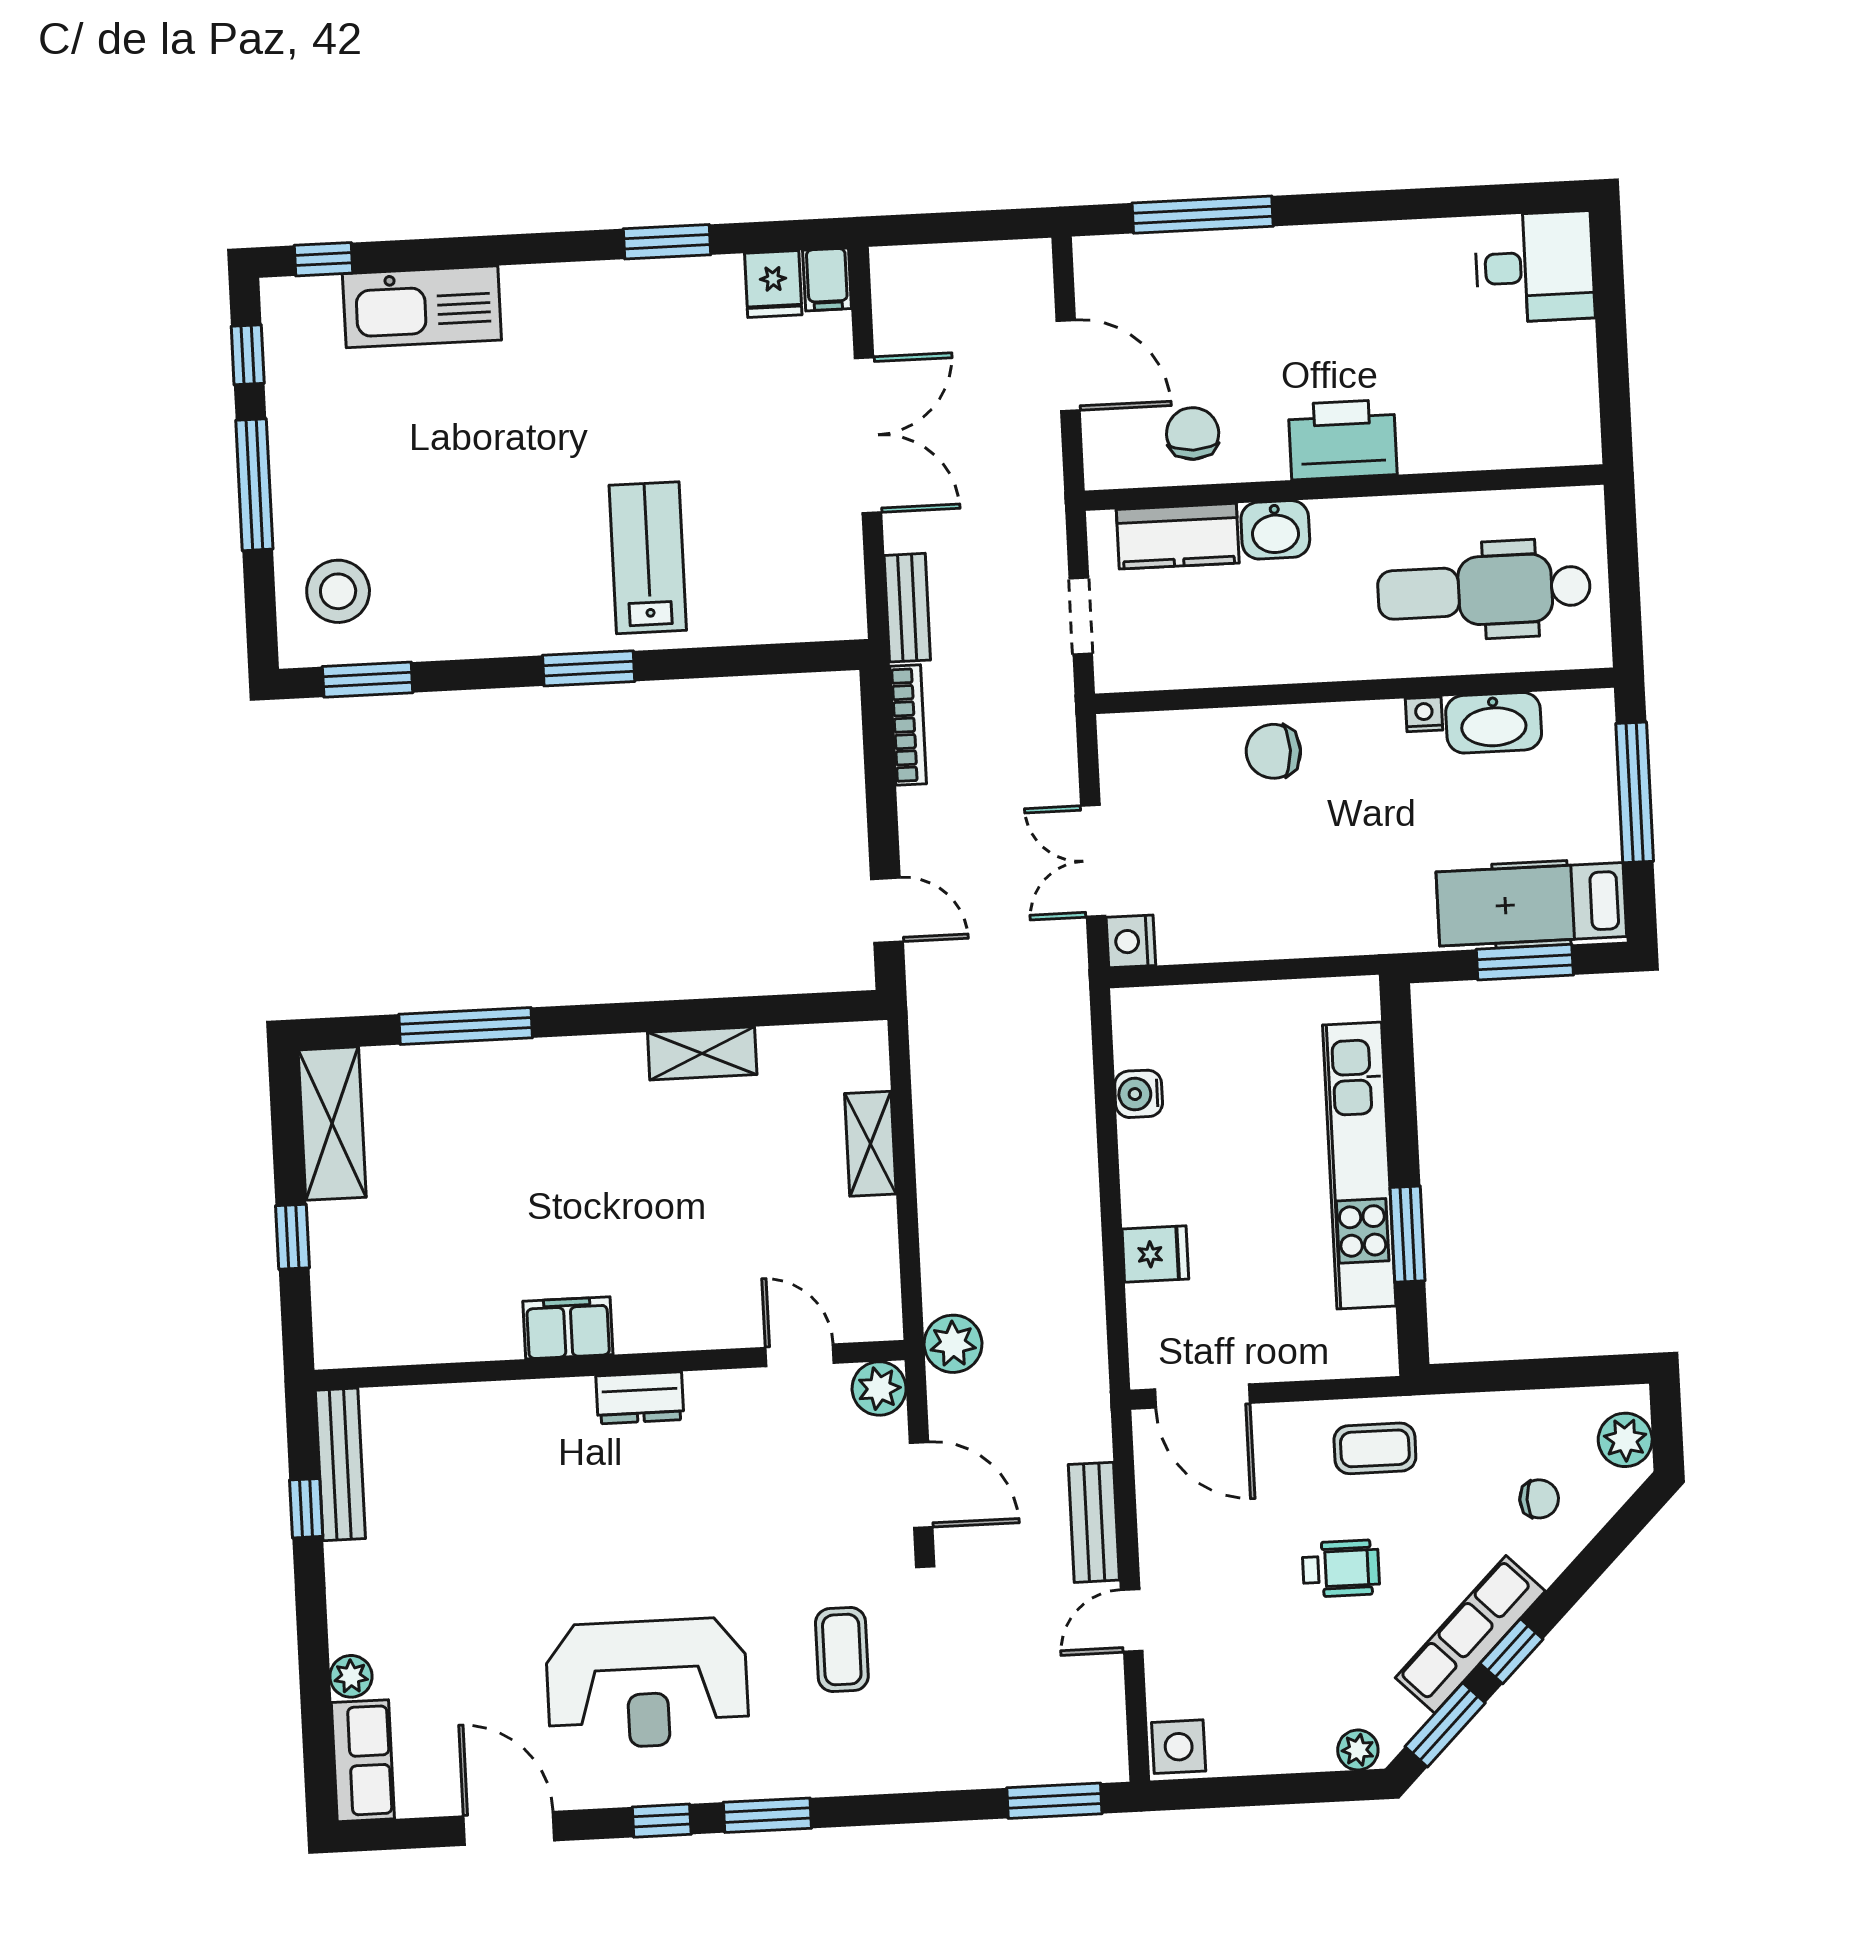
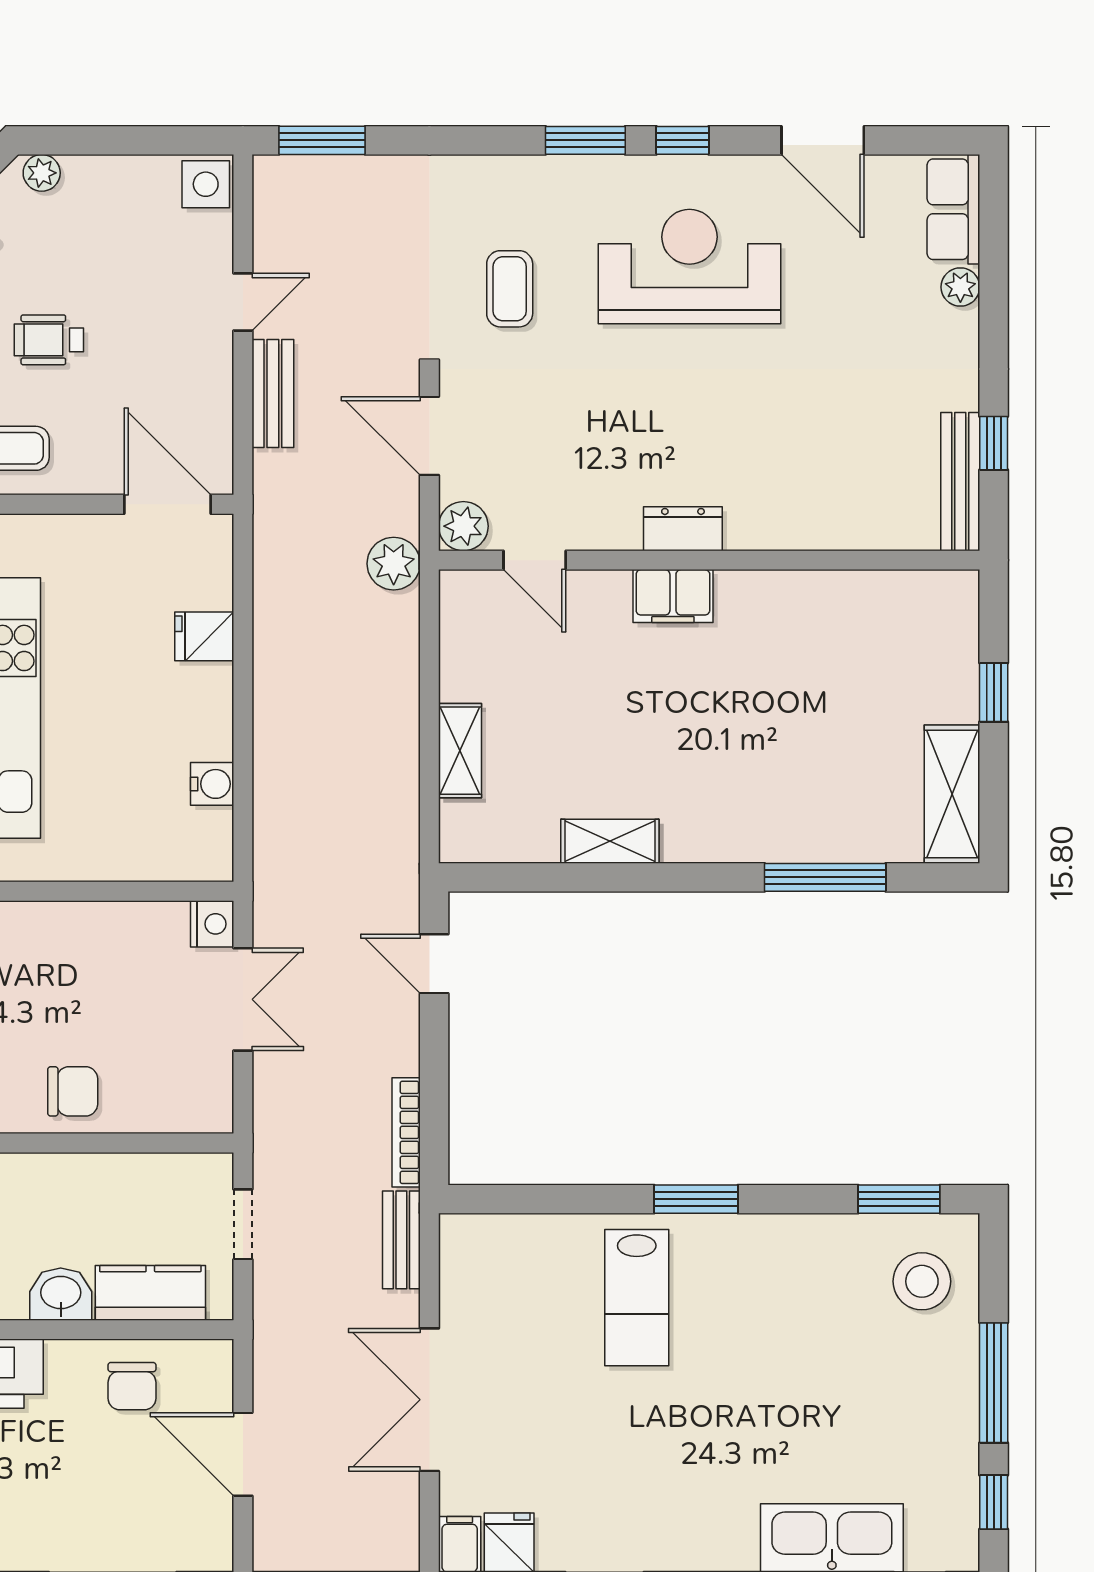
filing cabinet: (568, 1328) -> (673, 596), moved

